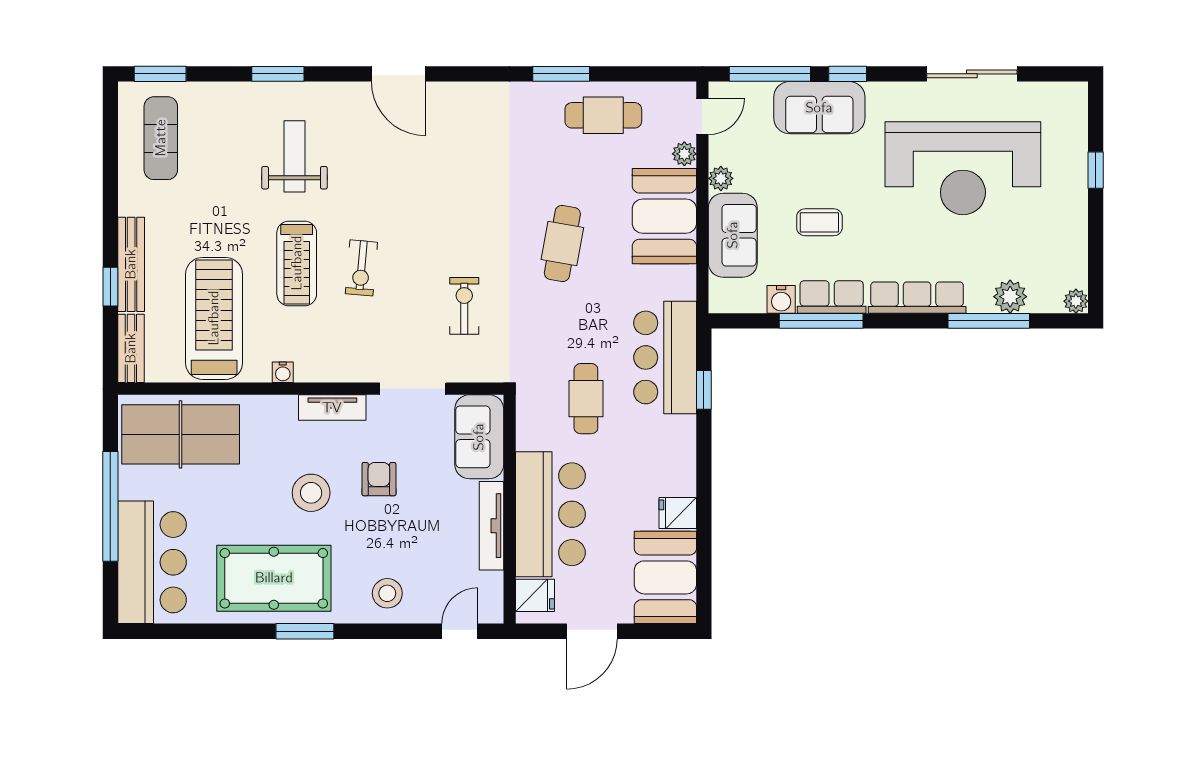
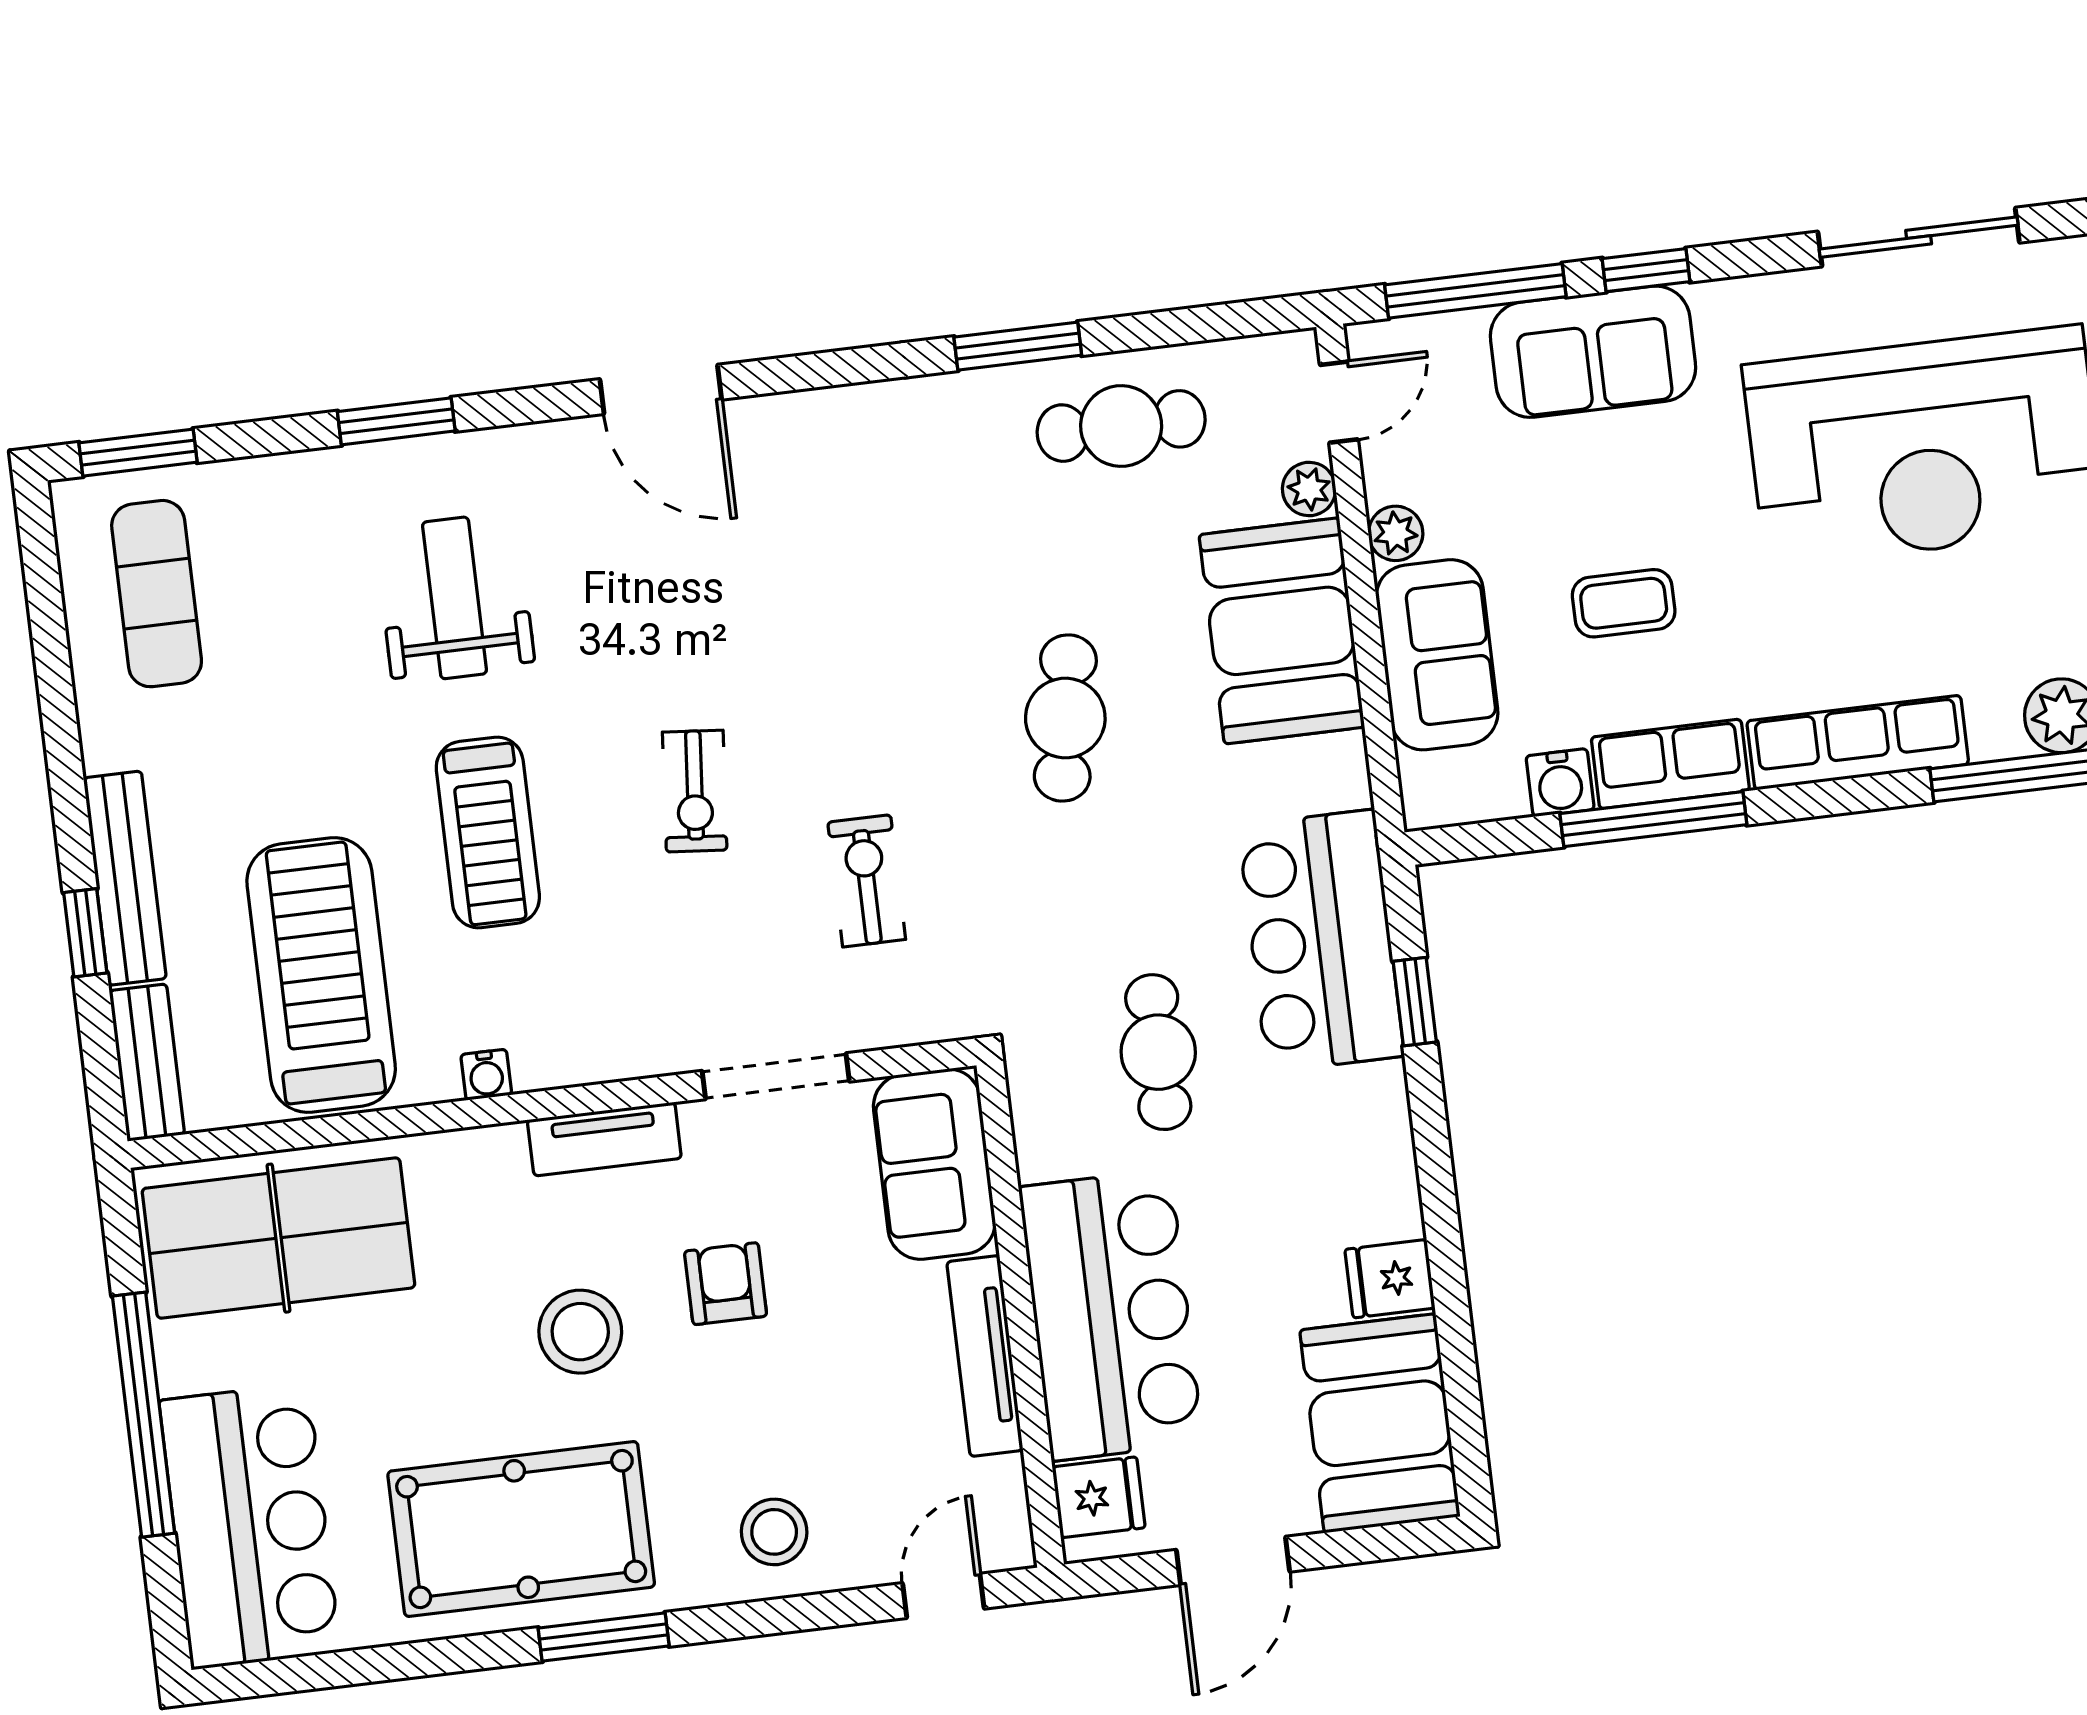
exercise bike: (361, 268) -> (695, 791), moved

